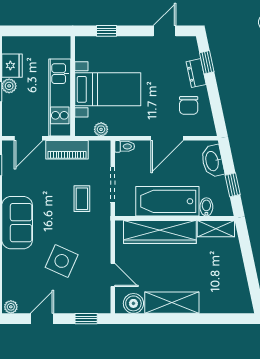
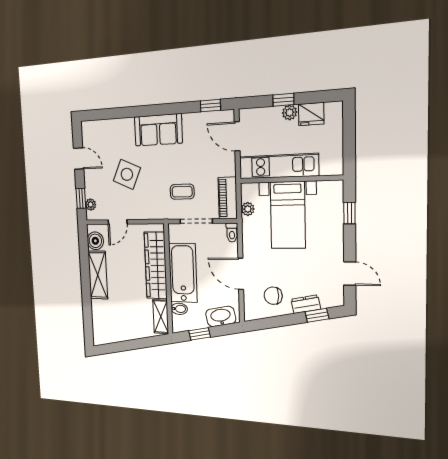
piano: (67, 150) -> (228, 198), moved
plant: (11, 307) -> (91, 205), moved

